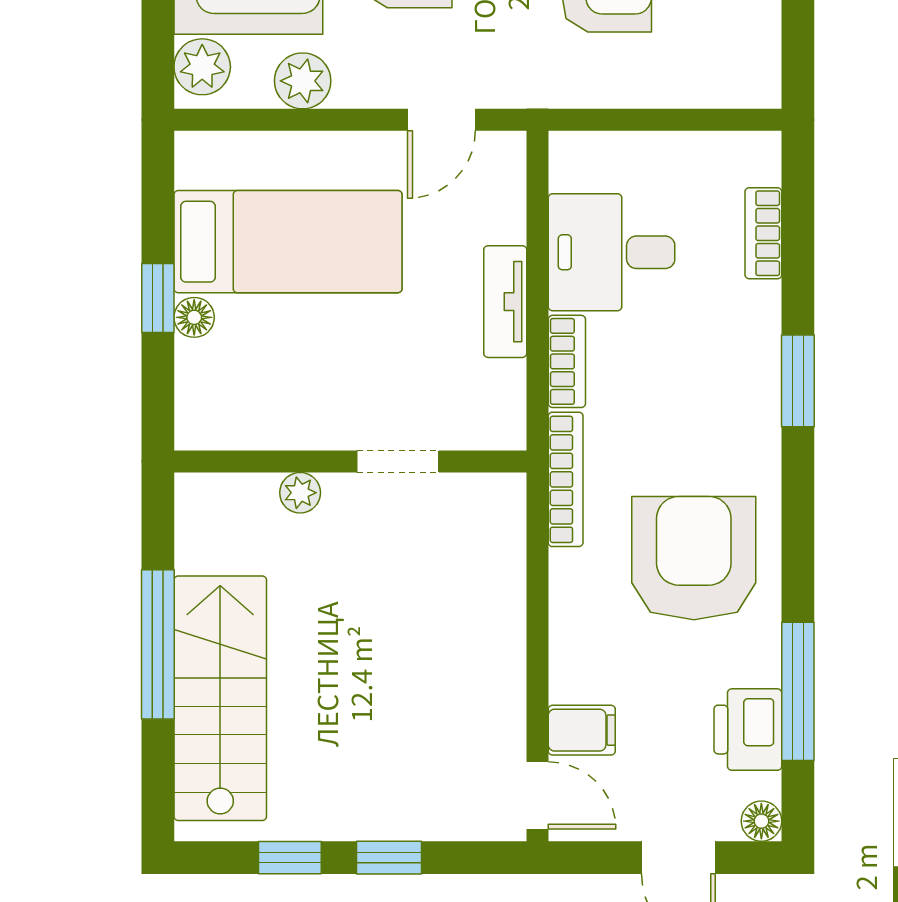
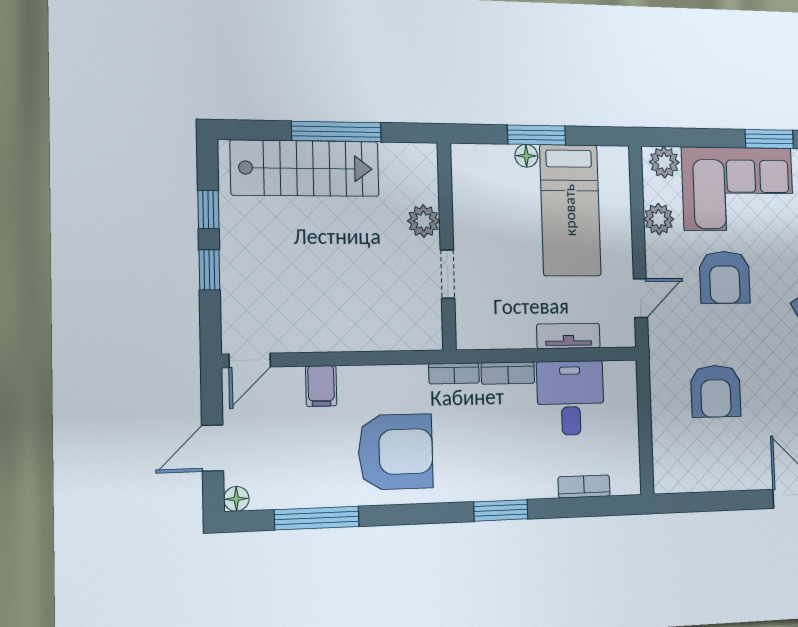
door: (441, 120) -> (640, 298), swing flipped
window: (158, 298) -> (536, 135), width x1.50
tv unit: (505, 302) -> (568, 336), moved
bookcase: (566, 479) -> (454, 373), width x0.64
plant: (300, 493) -> (424, 221), width x1.38, depth x1.38
filing cabinet: (582, 730) -> (321, 386), moved
printer: (748, 730) -> (293, 488), removed

